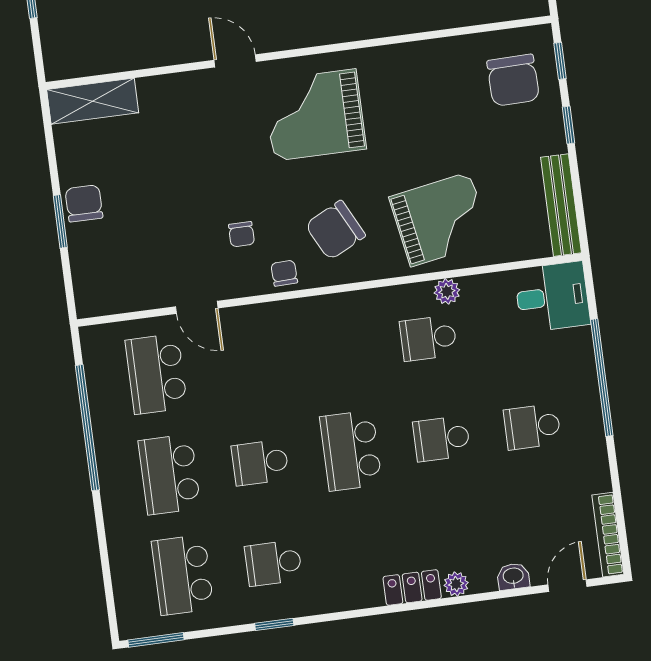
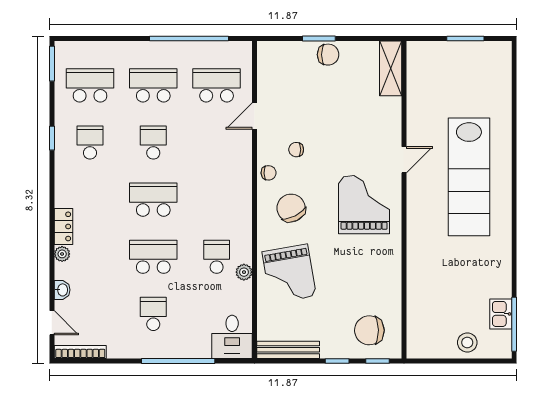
school desk: (442, 439) -> (153, 257), width x1.85

